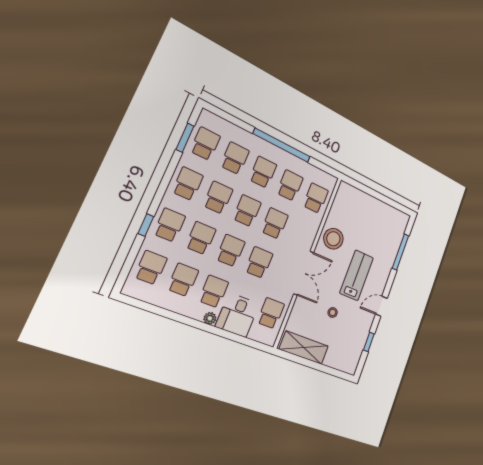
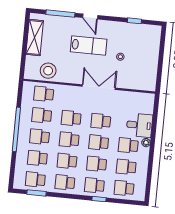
stool: (333, 239) -> (48, 71), moved
lab bench: (357, 275) -> (89, 46), turned 180
door: (381, 306) -> (90, 16), moved
school desk: (271, 313) -> (132, 103), removed
shelving: (304, 348) -> (35, 38), moved

